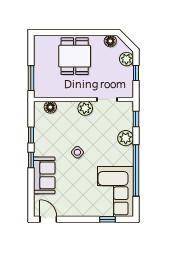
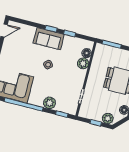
plant: (85, 108) -> (83, 63), moved
sofa: (44, 175) -> (49, 39), moved

